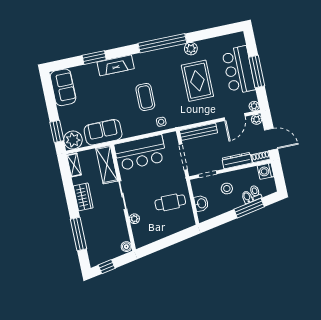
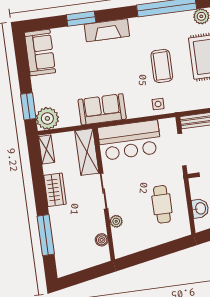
coffee table: (145, 97) -> (162, 66), moved
sofa: (103, 132) -> (102, 109), moved
cafe table: (170, 202) -> (162, 204), turned 90
boiler: (126, 247) -> (102, 240), moved
window: (107, 267) -> (78, 278), removed

